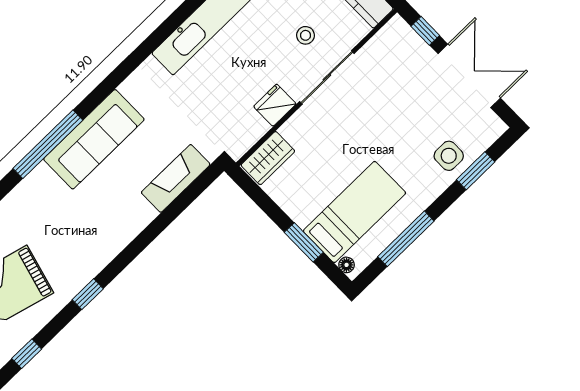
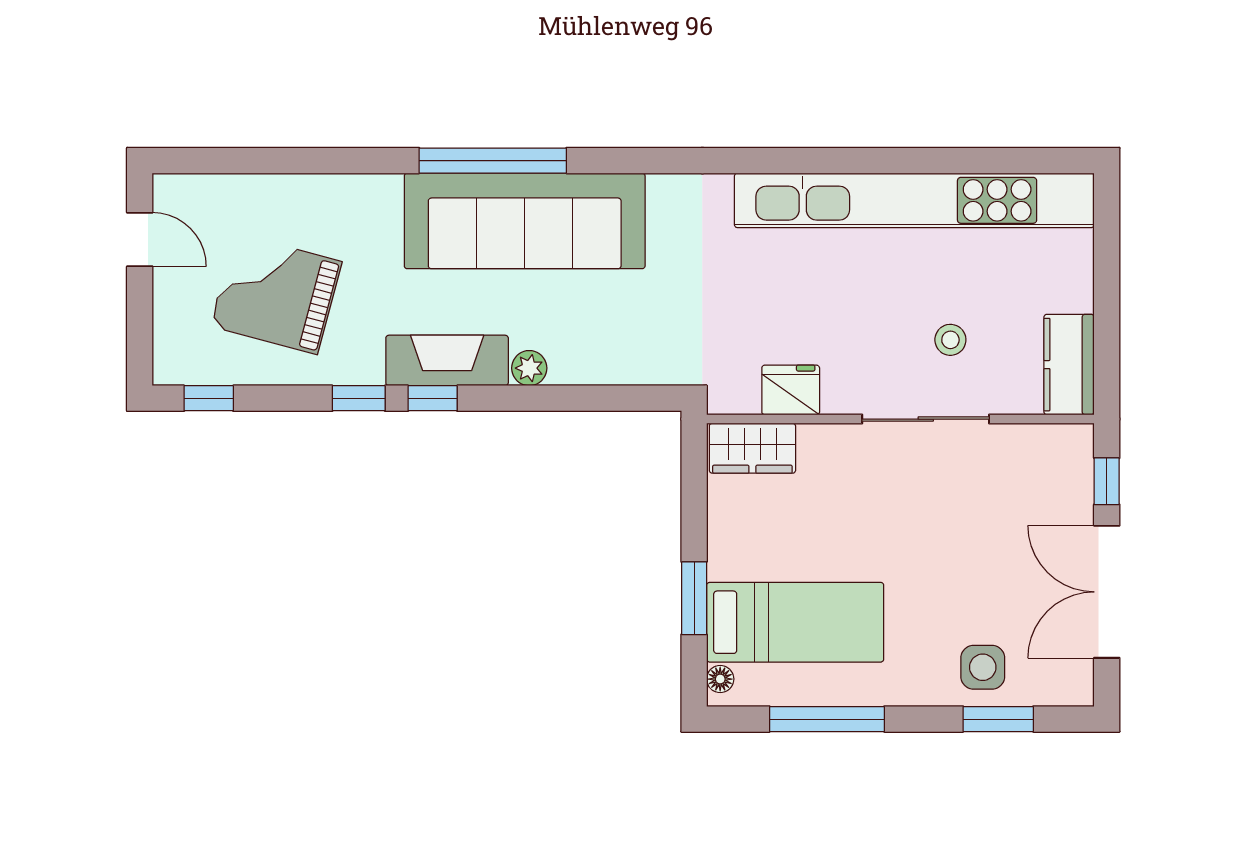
double door: (469, 76) -> (1107, 592), swing flipped
fridge: (275, 105) -> (791, 390), moved
sofa: (94, 139) -> (525, 221), width x1.36, depth x1.27
fireplace: (176, 178) -> (447, 360), moved
plant: (145, 214) -> (529, 368), added
window: (118, 265) -> (433, 398), added

